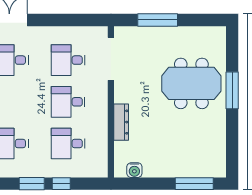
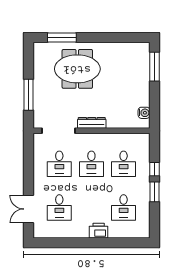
meeting table: (191, 83) -> (77, 69), turned 90
window: (232, 90) -> (62, 37), moved
dresser: (121, 122) -> (92, 123), moved

